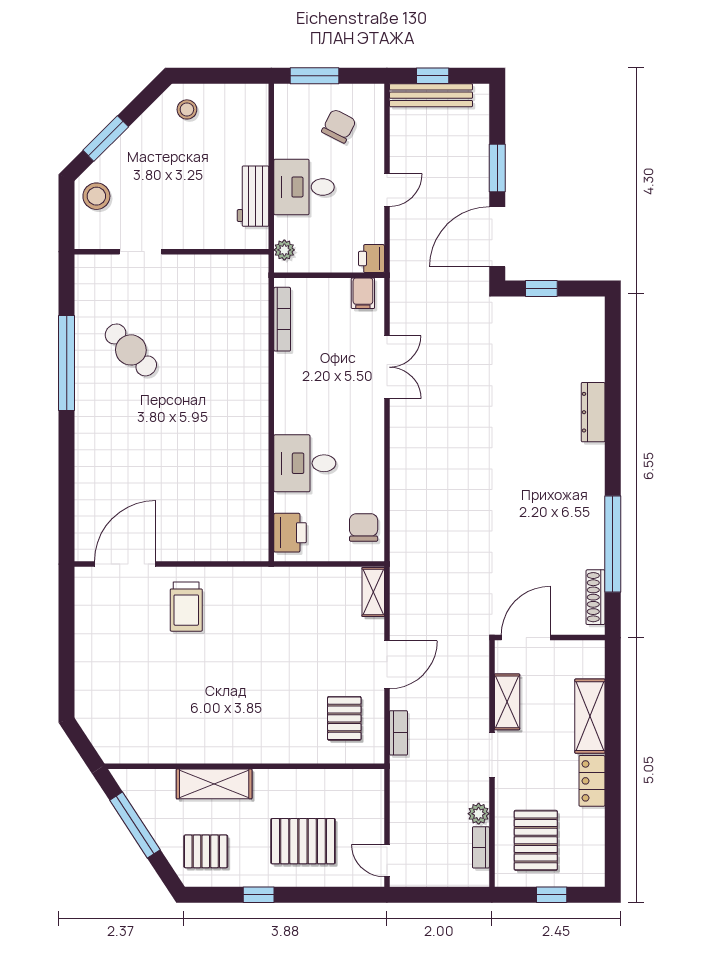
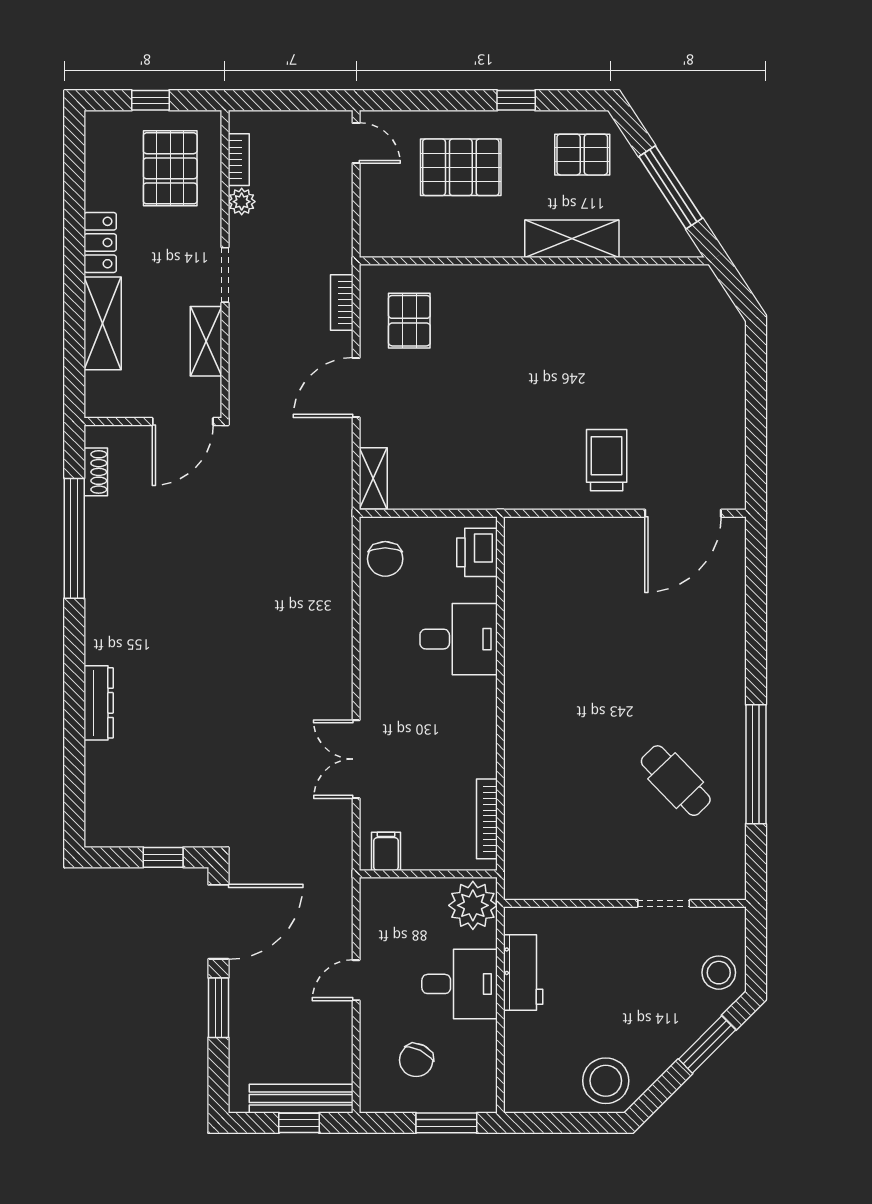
stool: (187, 109) -> (606, 1081), width x1.89, depth x1.89
plant: (284, 250) -> (473, 905), width x1.87, depth x1.87
printer: (371, 259) -> (375, 895), removed
shoe rack: (595, 597) -> (96, 472), width x0.70

